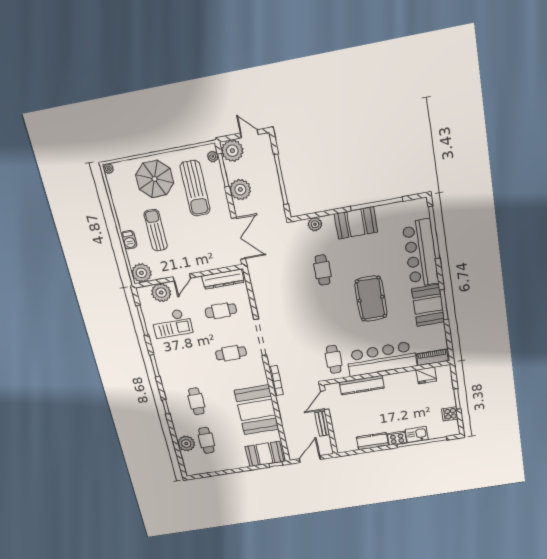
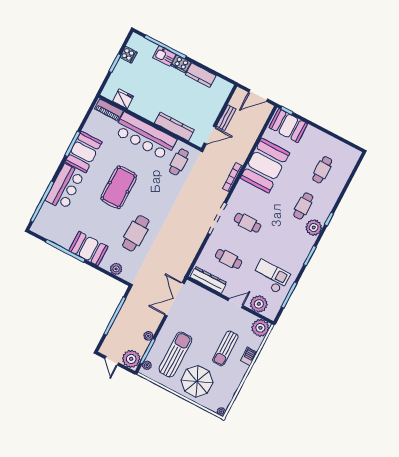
plant: (240, 190) -> (148, 336), width x0.53, depth x0.53
bar counter: (421, 253) -> (65, 187), width x0.73
cafe table: (323, 270) -> (136, 233), width x1.37, depth x1.35
plant: (186, 444) -> (314, 228), moved

